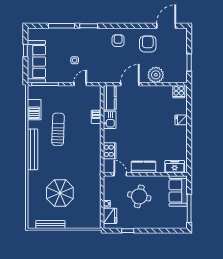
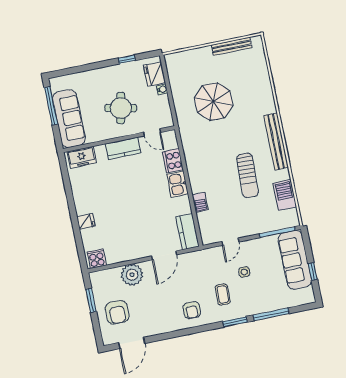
armchair: (148, 44) -> (117, 312), moved
coffee table: (93, 47) -> (223, 295), added
kitchen sink: (110, 120) -> (178, 184), moved
sofa: (178, 191) -> (69, 119), width x1.36
parasol: (60, 193) -> (214, 102), moved

